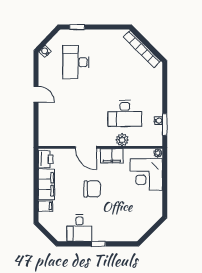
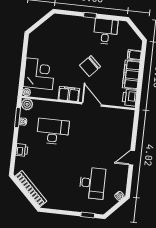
printer: (156, 90) -> (22, 150), added
door: (36, 94) -> (132, 158), hinge flipped
plant: (122, 140) -> (27, 104), moved
chair: (92, 189) -> (90, 66), turned -47

